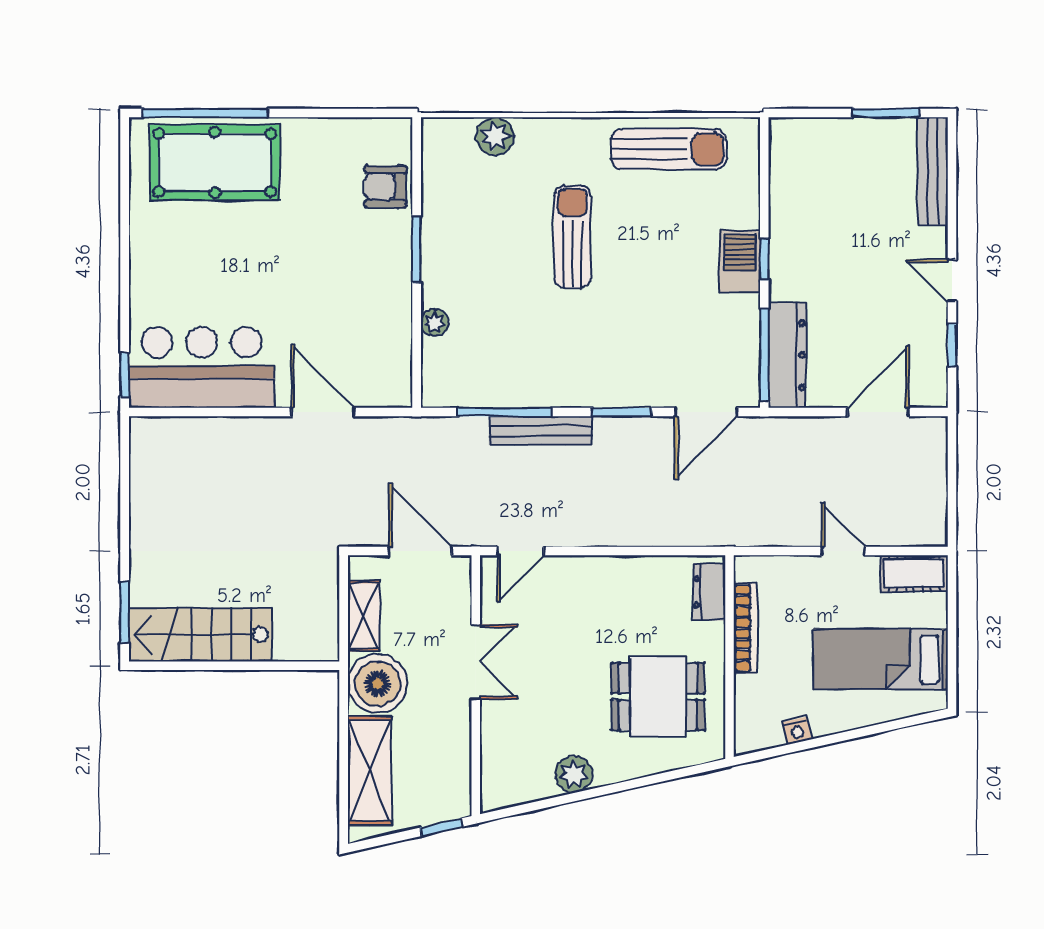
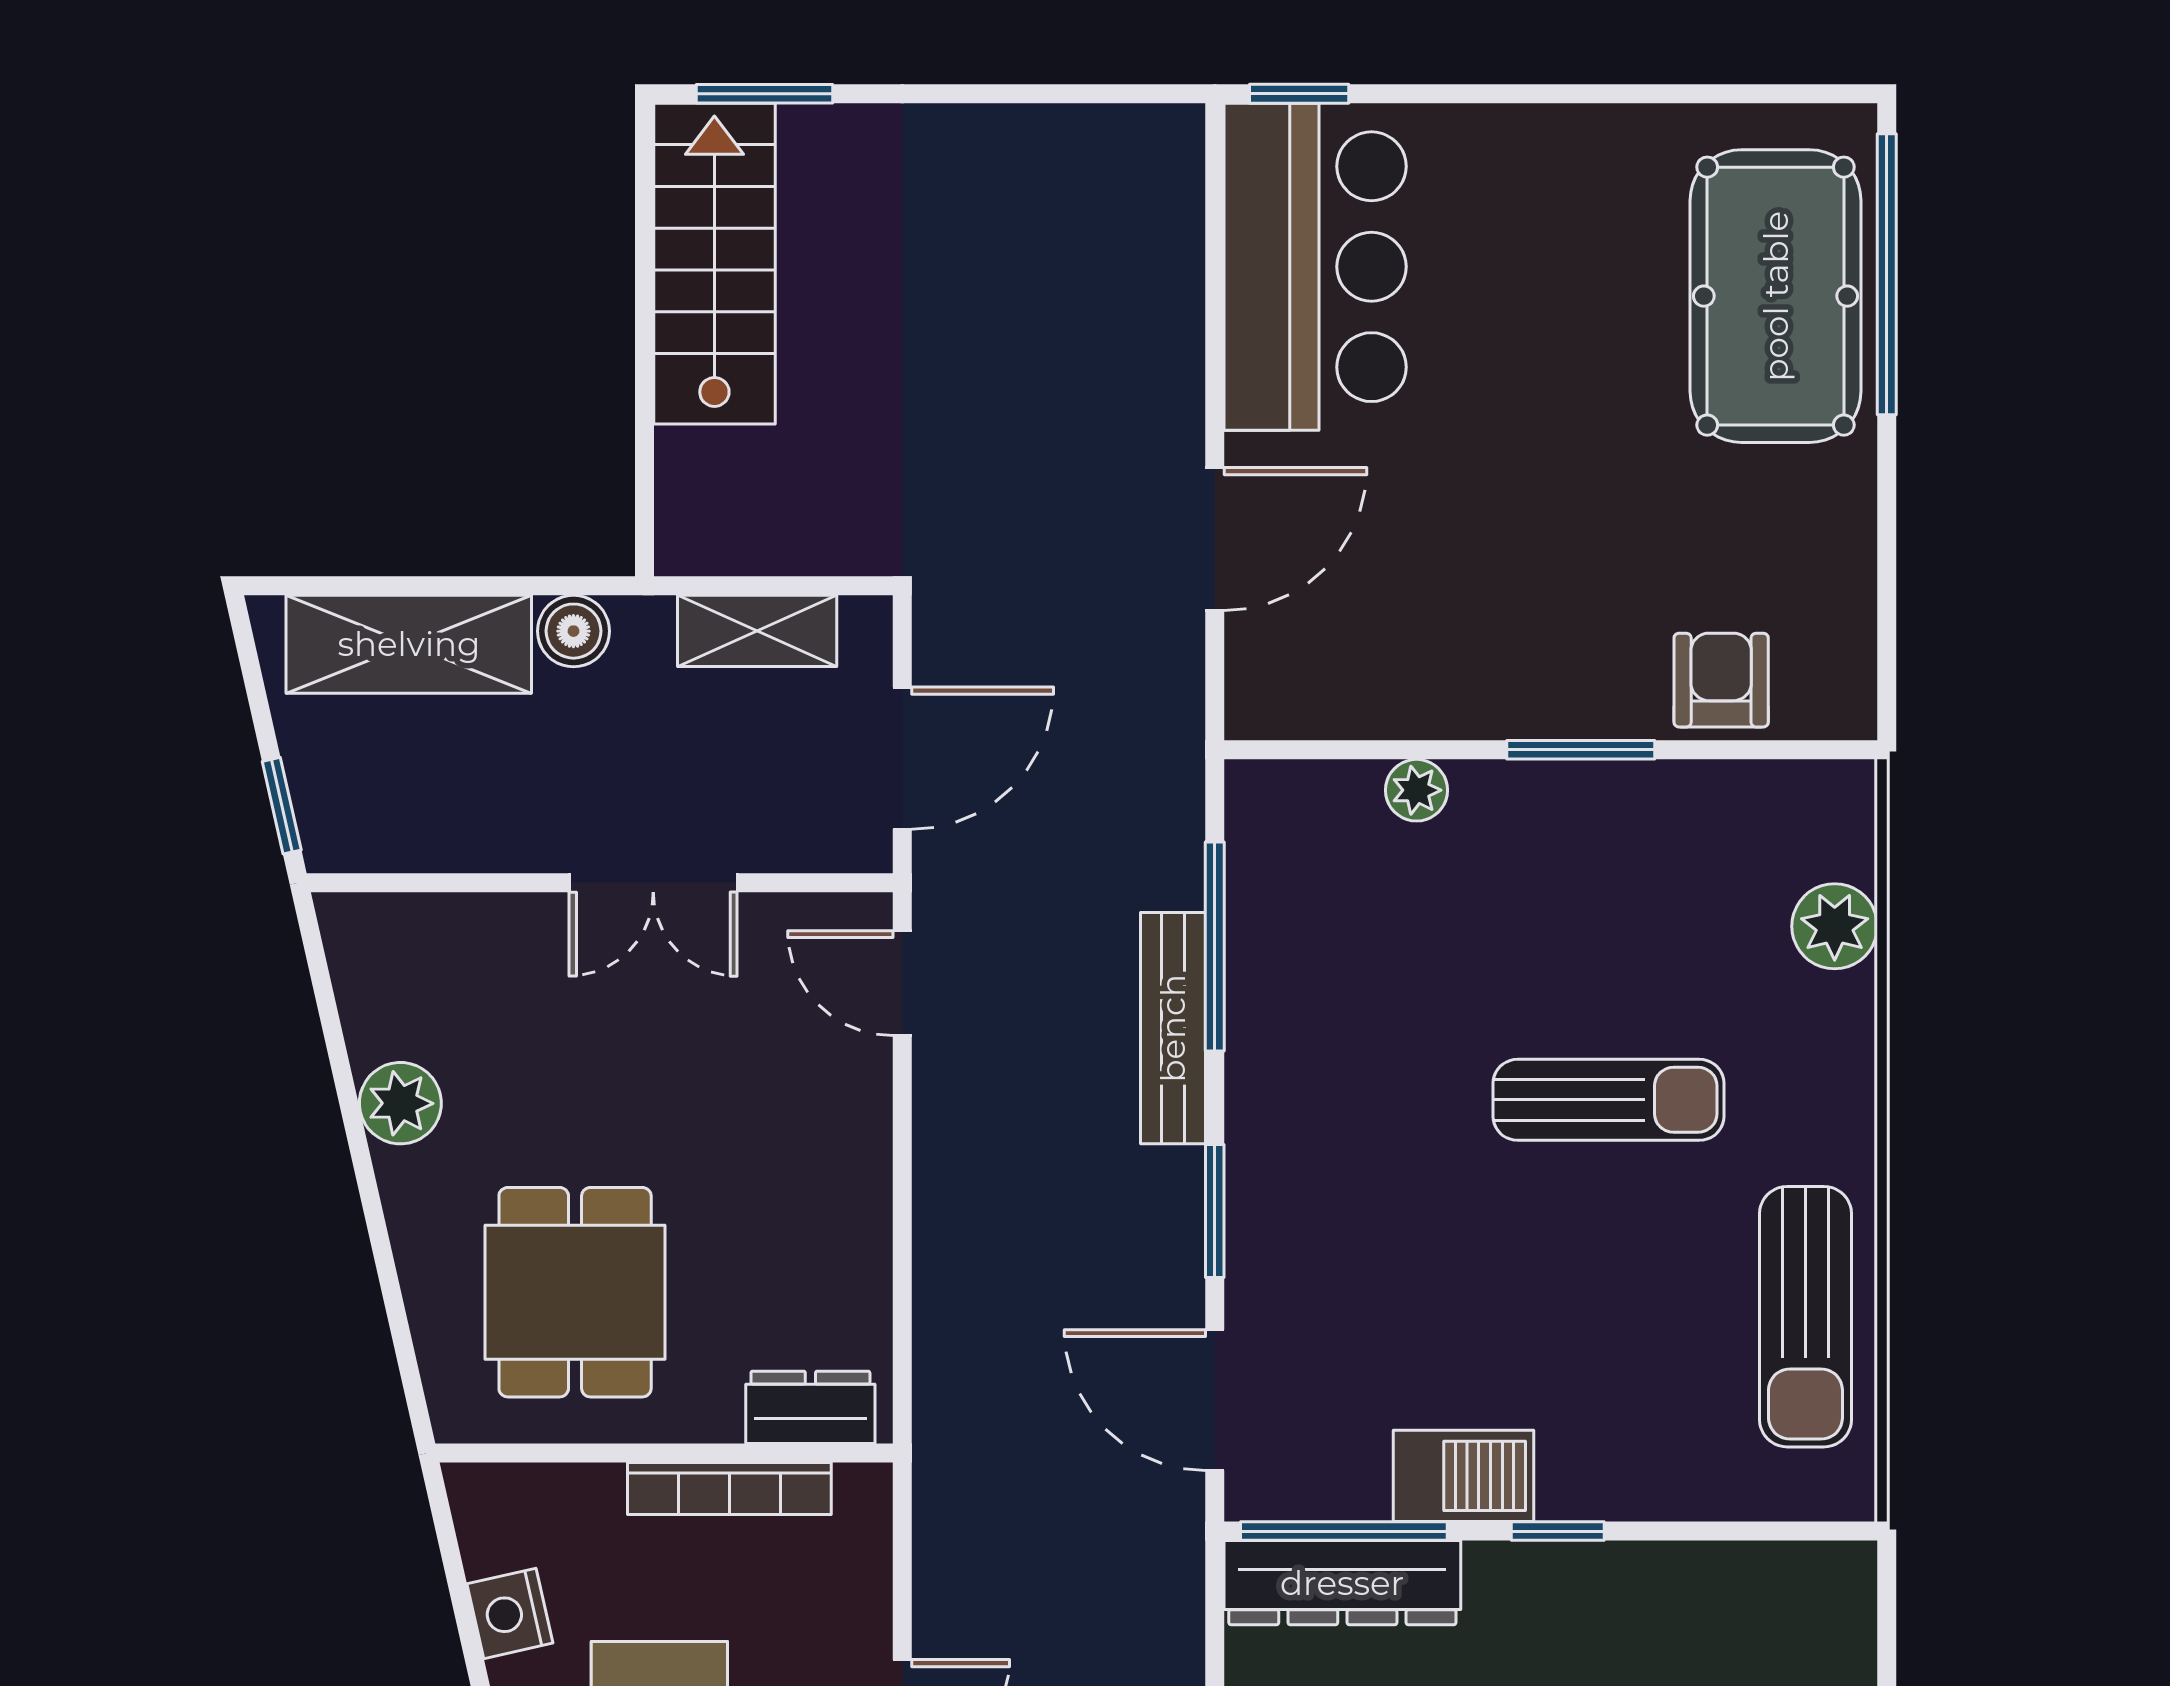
barbecue: (740, 262) -> (1463, 1476), moved
boiler: (378, 684) -> (573, 631), width x0.54, depth x0.54
nightstand: (797, 731) -> (510, 1613), width x1.39, depth x1.35

